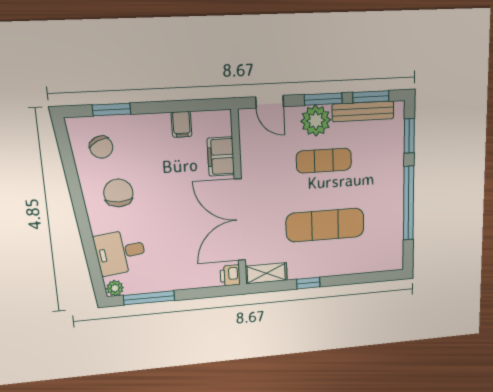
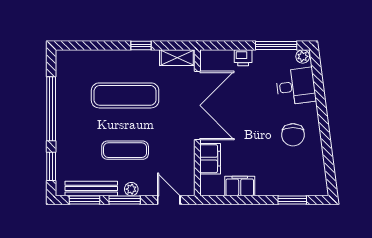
plant: (316, 121) -> (131, 189), width x0.53, depth x0.53
filing cabinet: (181, 124) -> (240, 186), width x2.00
chair: (101, 147) -> (303, 172), removed
printer: (230, 275) -> (243, 58), moved, turned 90

